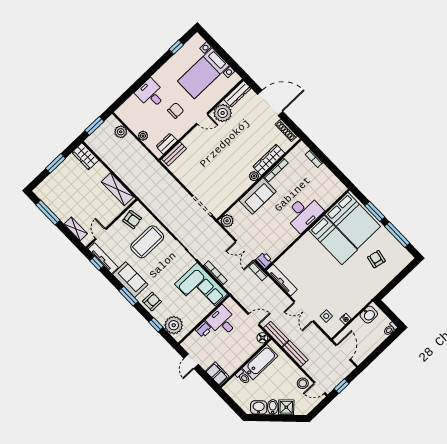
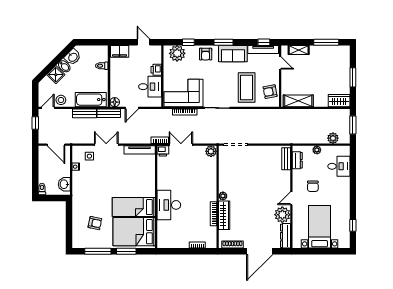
desk: (151, 94) -> (339, 166), moved
sofa: (258, 196) -> (208, 186), removed
bathtub: (260, 362) -> (91, 100), moved, turned 90

